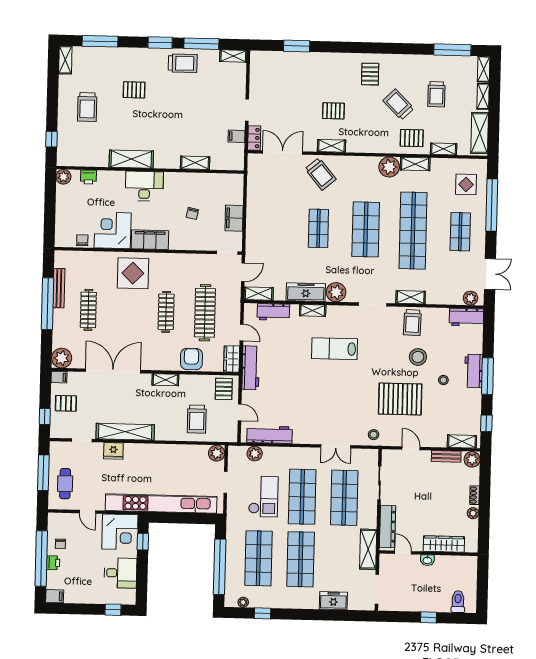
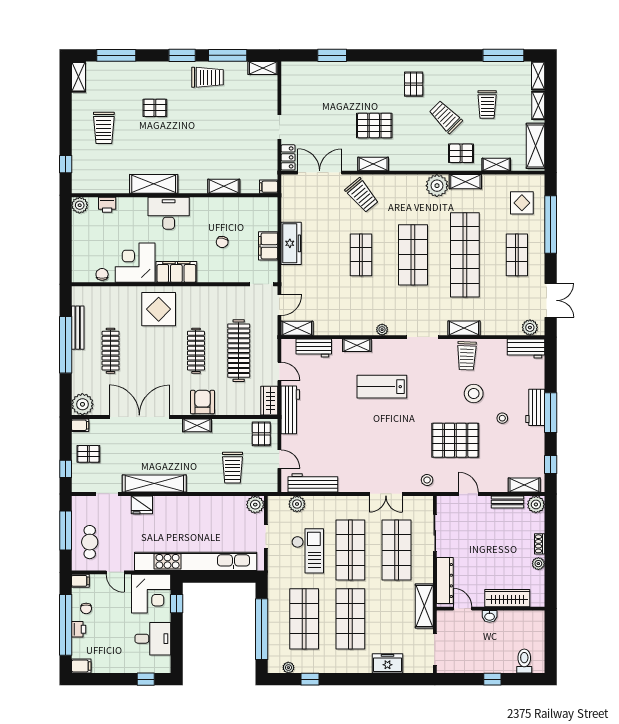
pallet: (333, 111) -> (374, 126), width x1.50, depth x1.42
filing cabinet: (236, 136) -> (269, 187), moved
freezer: (306, 292) -> (291, 243), moved, turned 90
plant: (336, 292) -> (382, 330), width x0.53, depth x0.53
armchair: (191, 359) -> (203, 402), moved
filing cabinet: (56, 519) -> (80, 581), added

